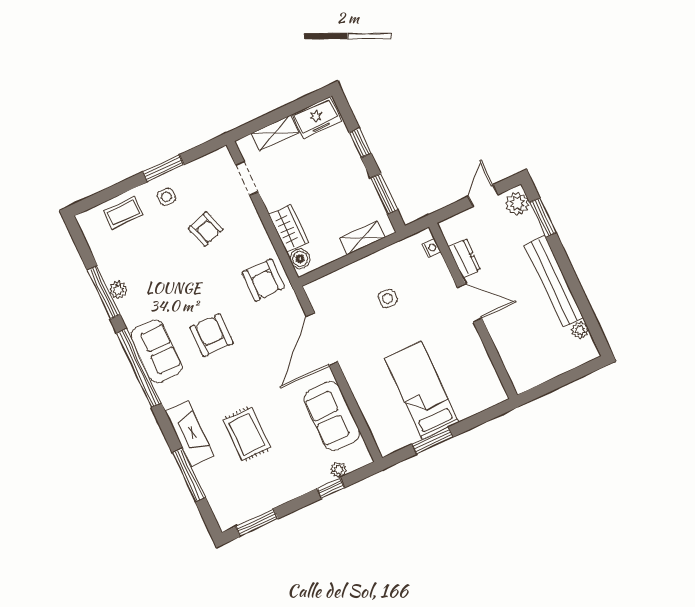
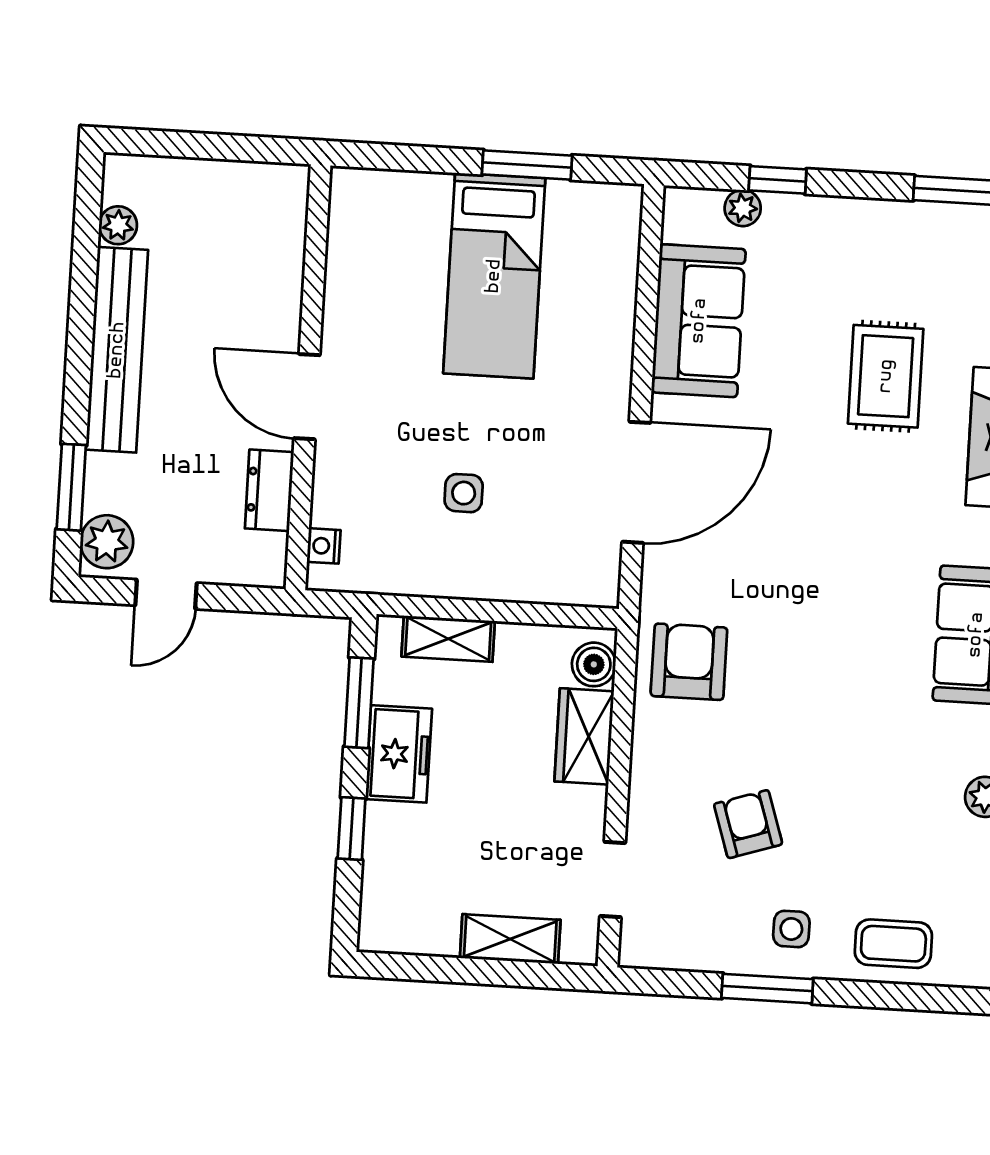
freezer: (317, 118) -> (399, 754), moved, turned 90
armchair: (211, 335) -> (850, 608), removed

